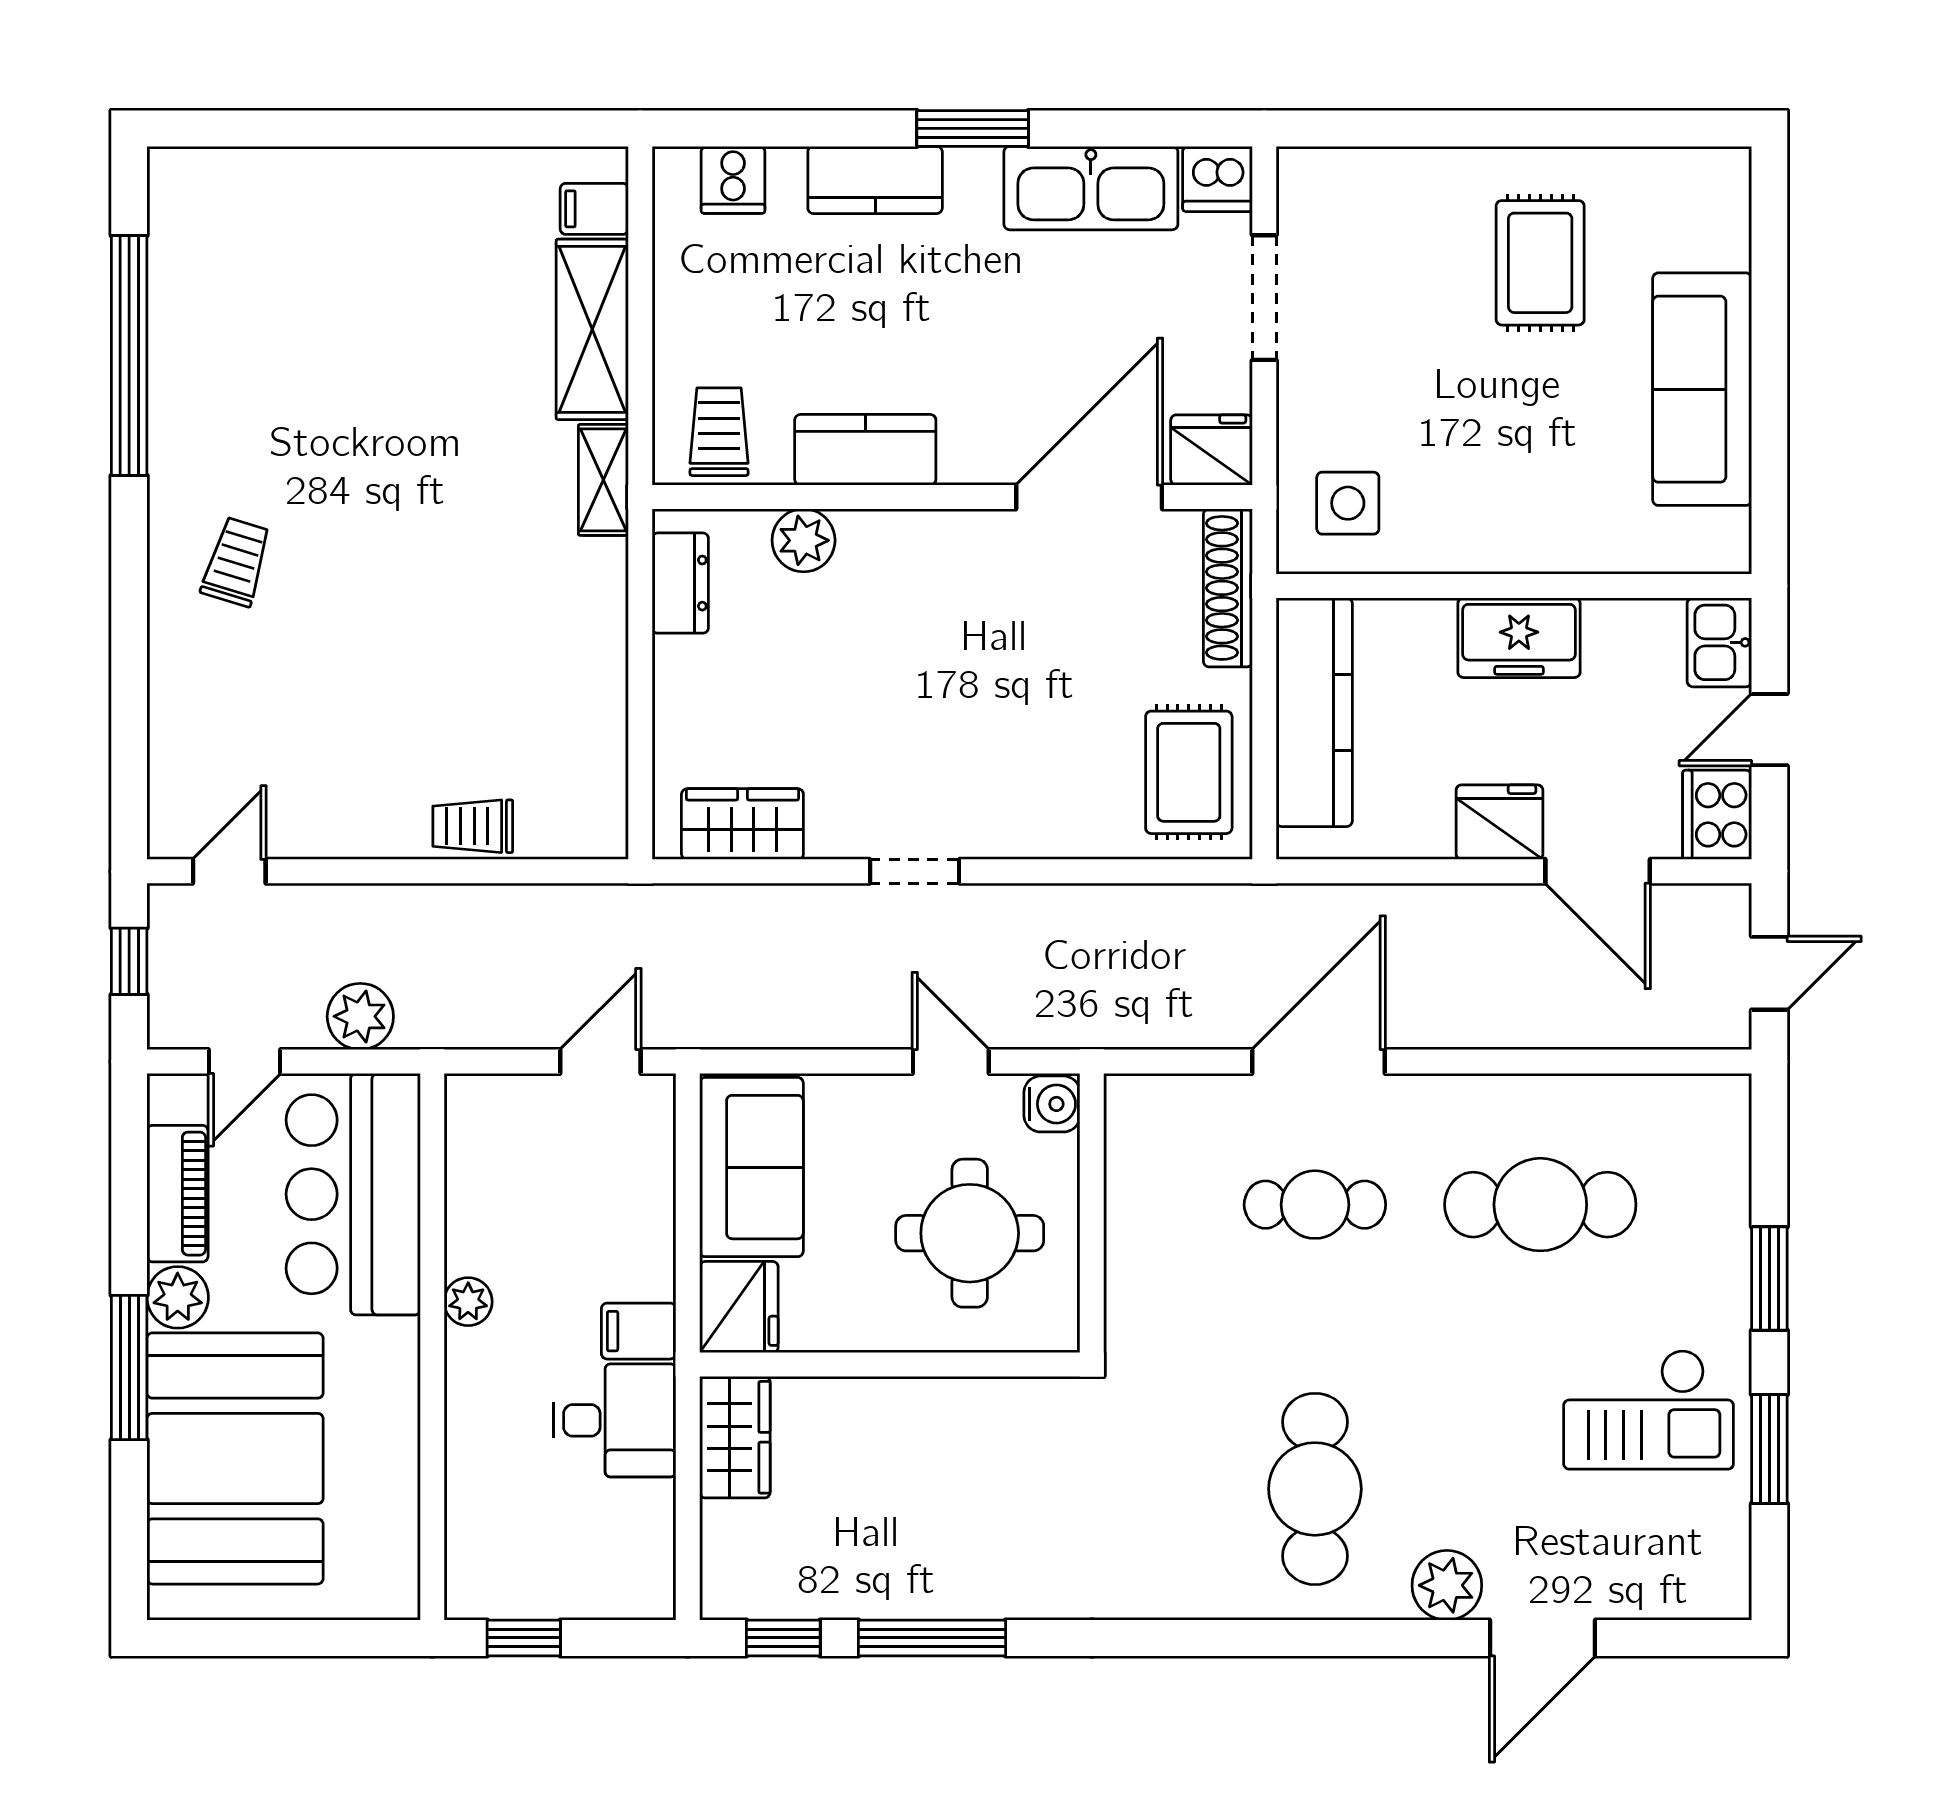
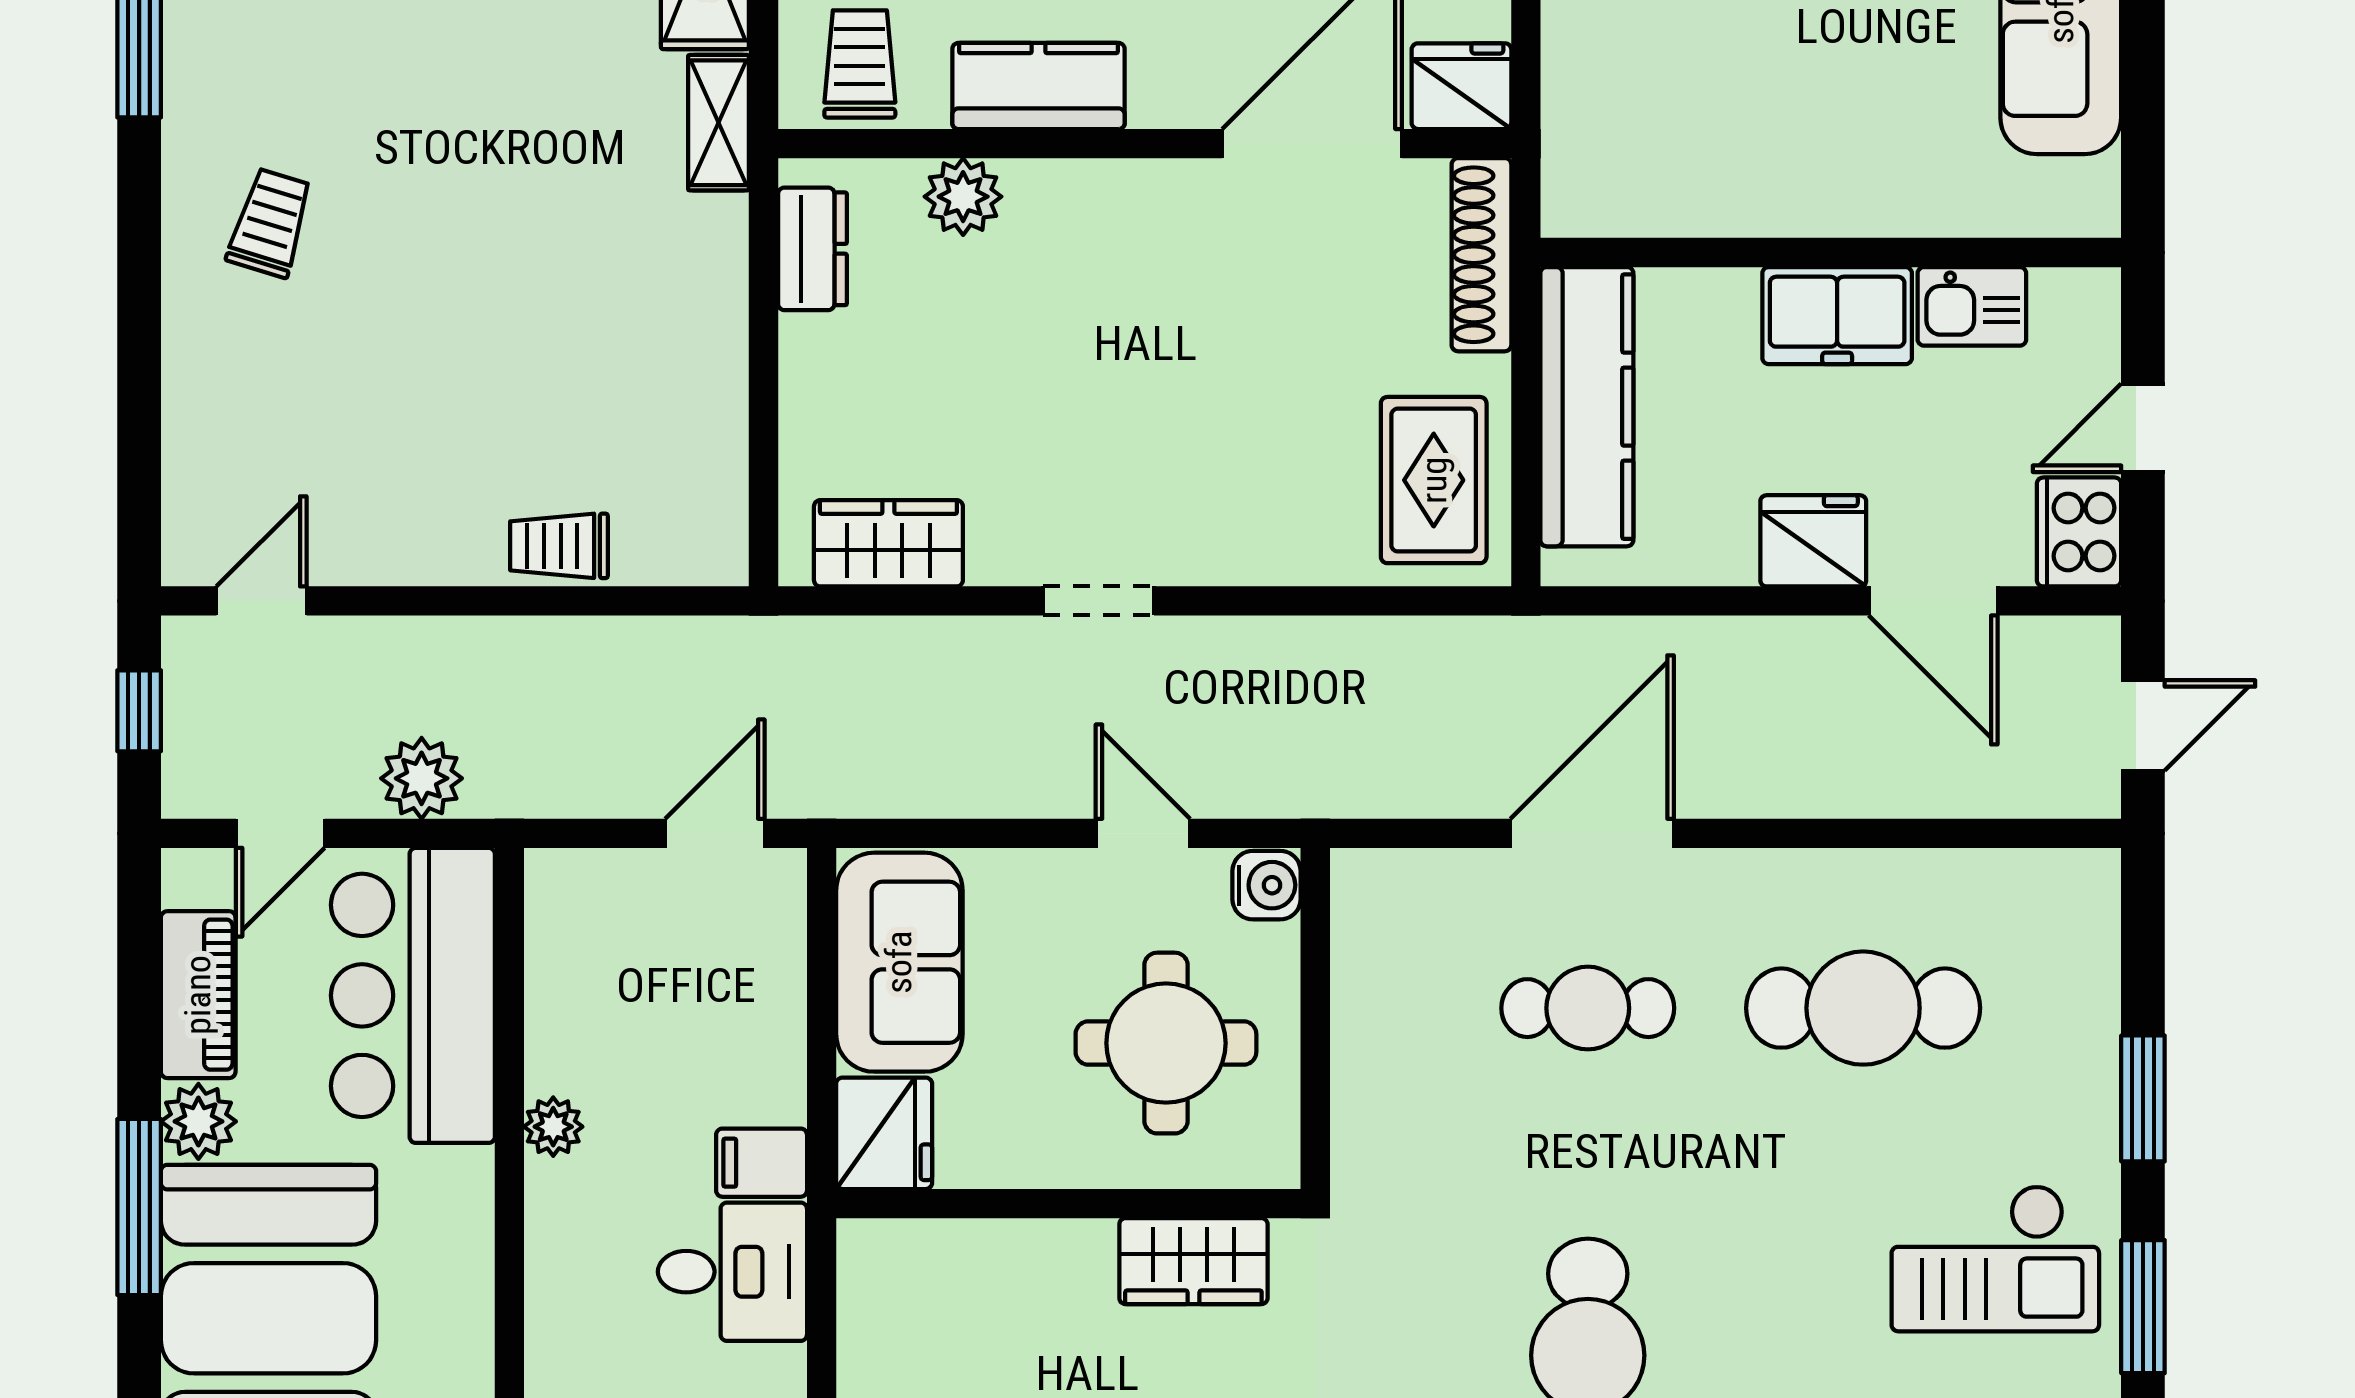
side table: (1348, 503) -> (1628, 151), removed
kitchen sink: (1719, 642) -> (1972, 306), moved, turned -90
wardrobe: (735, 1437) -> (1193, 1261), moved, turned 90

